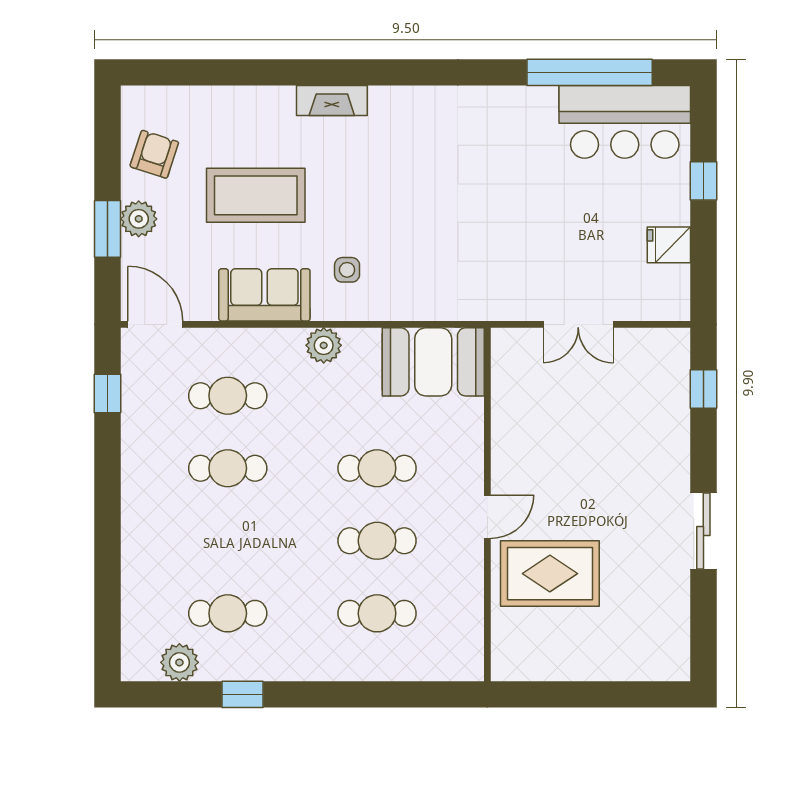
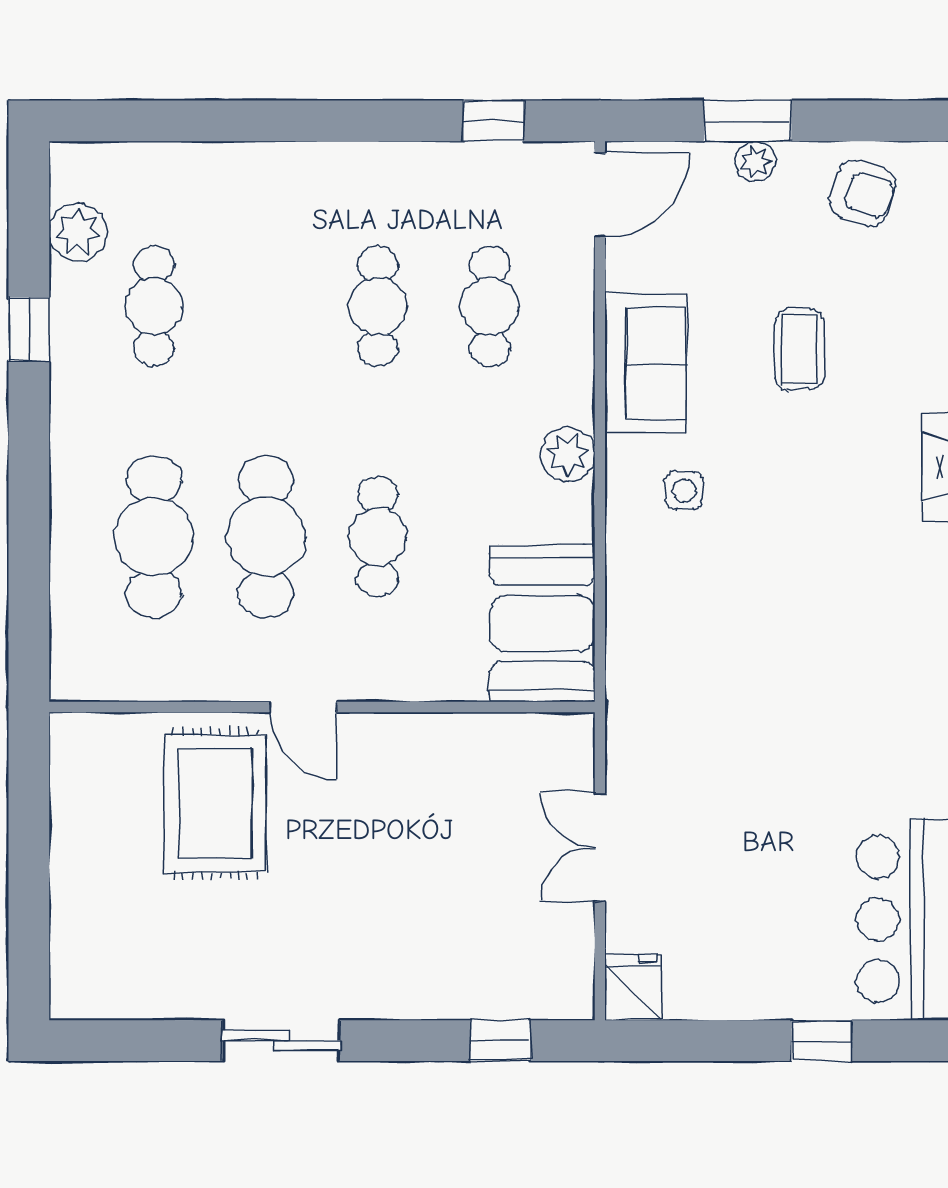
coffee table: (256, 195) -> (799, 350), width x0.54, depth x0.58
plant: (139, 219) -> (755, 161), width x0.73, depth x0.73
fridge: (669, 245) -> (633, 987), moved
cafe table: (377, 541) -> (266, 537), width x1.37, depth x1.35
cafe table: (377, 613) -> (154, 537), width x1.37, depth x1.35

